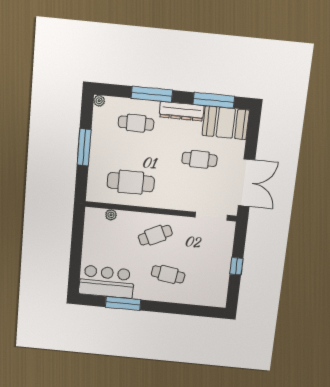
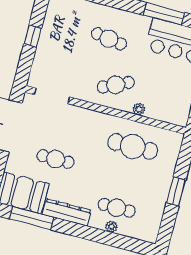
window: (152, 94) -> (95, 235), removed
plant: (99, 101) -> (112, 227), moved
window: (84, 147) -> (176, 191), width x0.69
plant: (111, 215) -> (139, 109), moved

